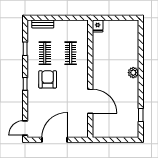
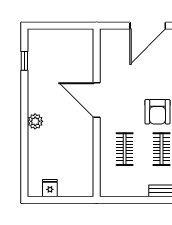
fridge: (98, 26) -> (50, 188), moved
door: (90, 101) -> (97, 100), moved

